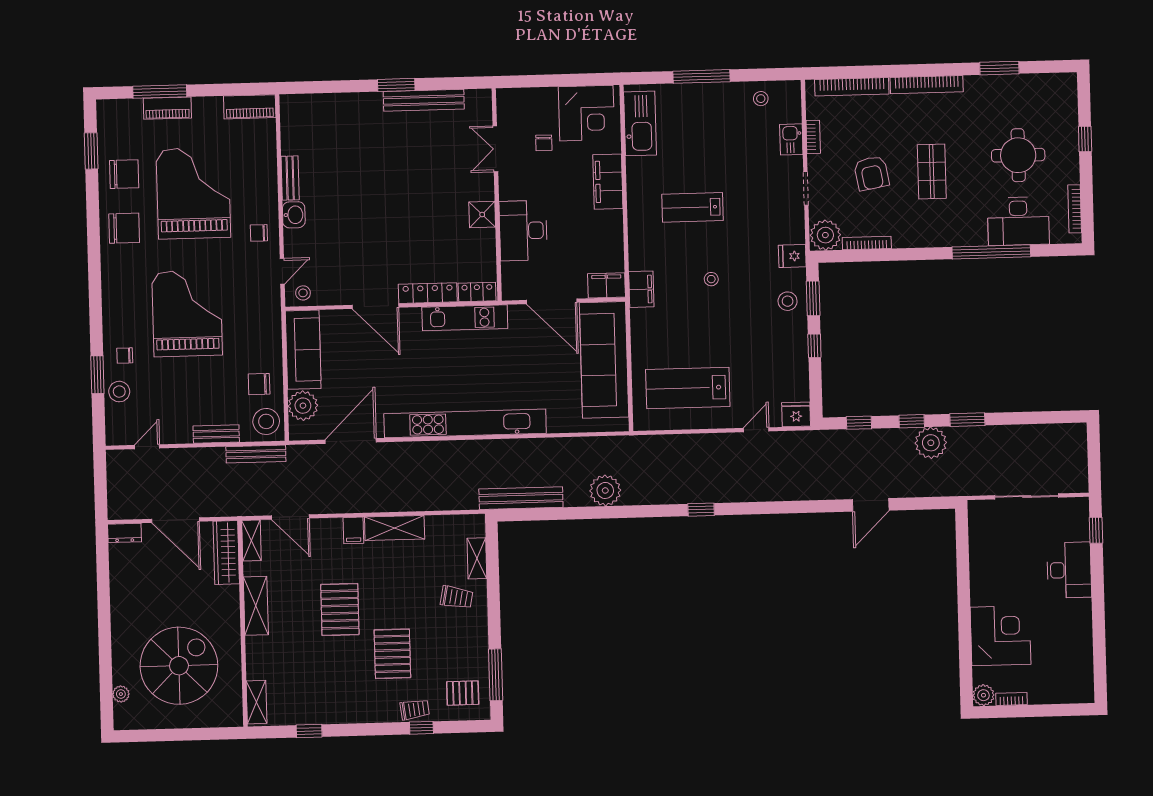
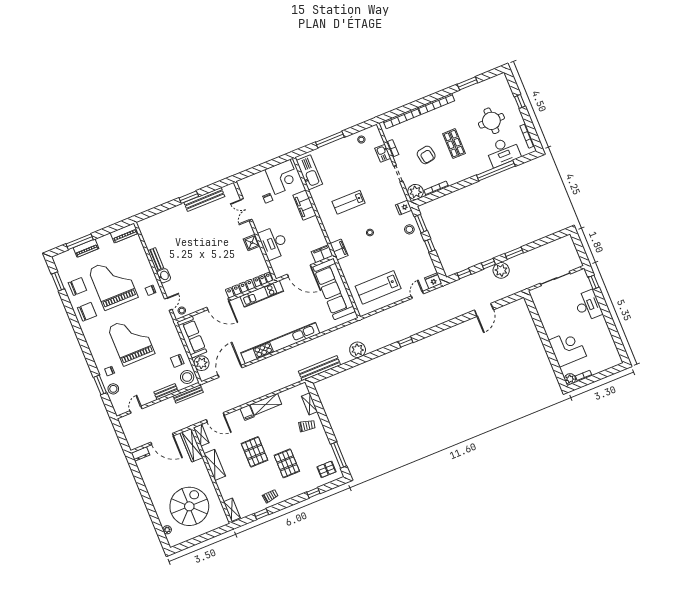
trolley: (415, 709) -> (270, 496), moved

